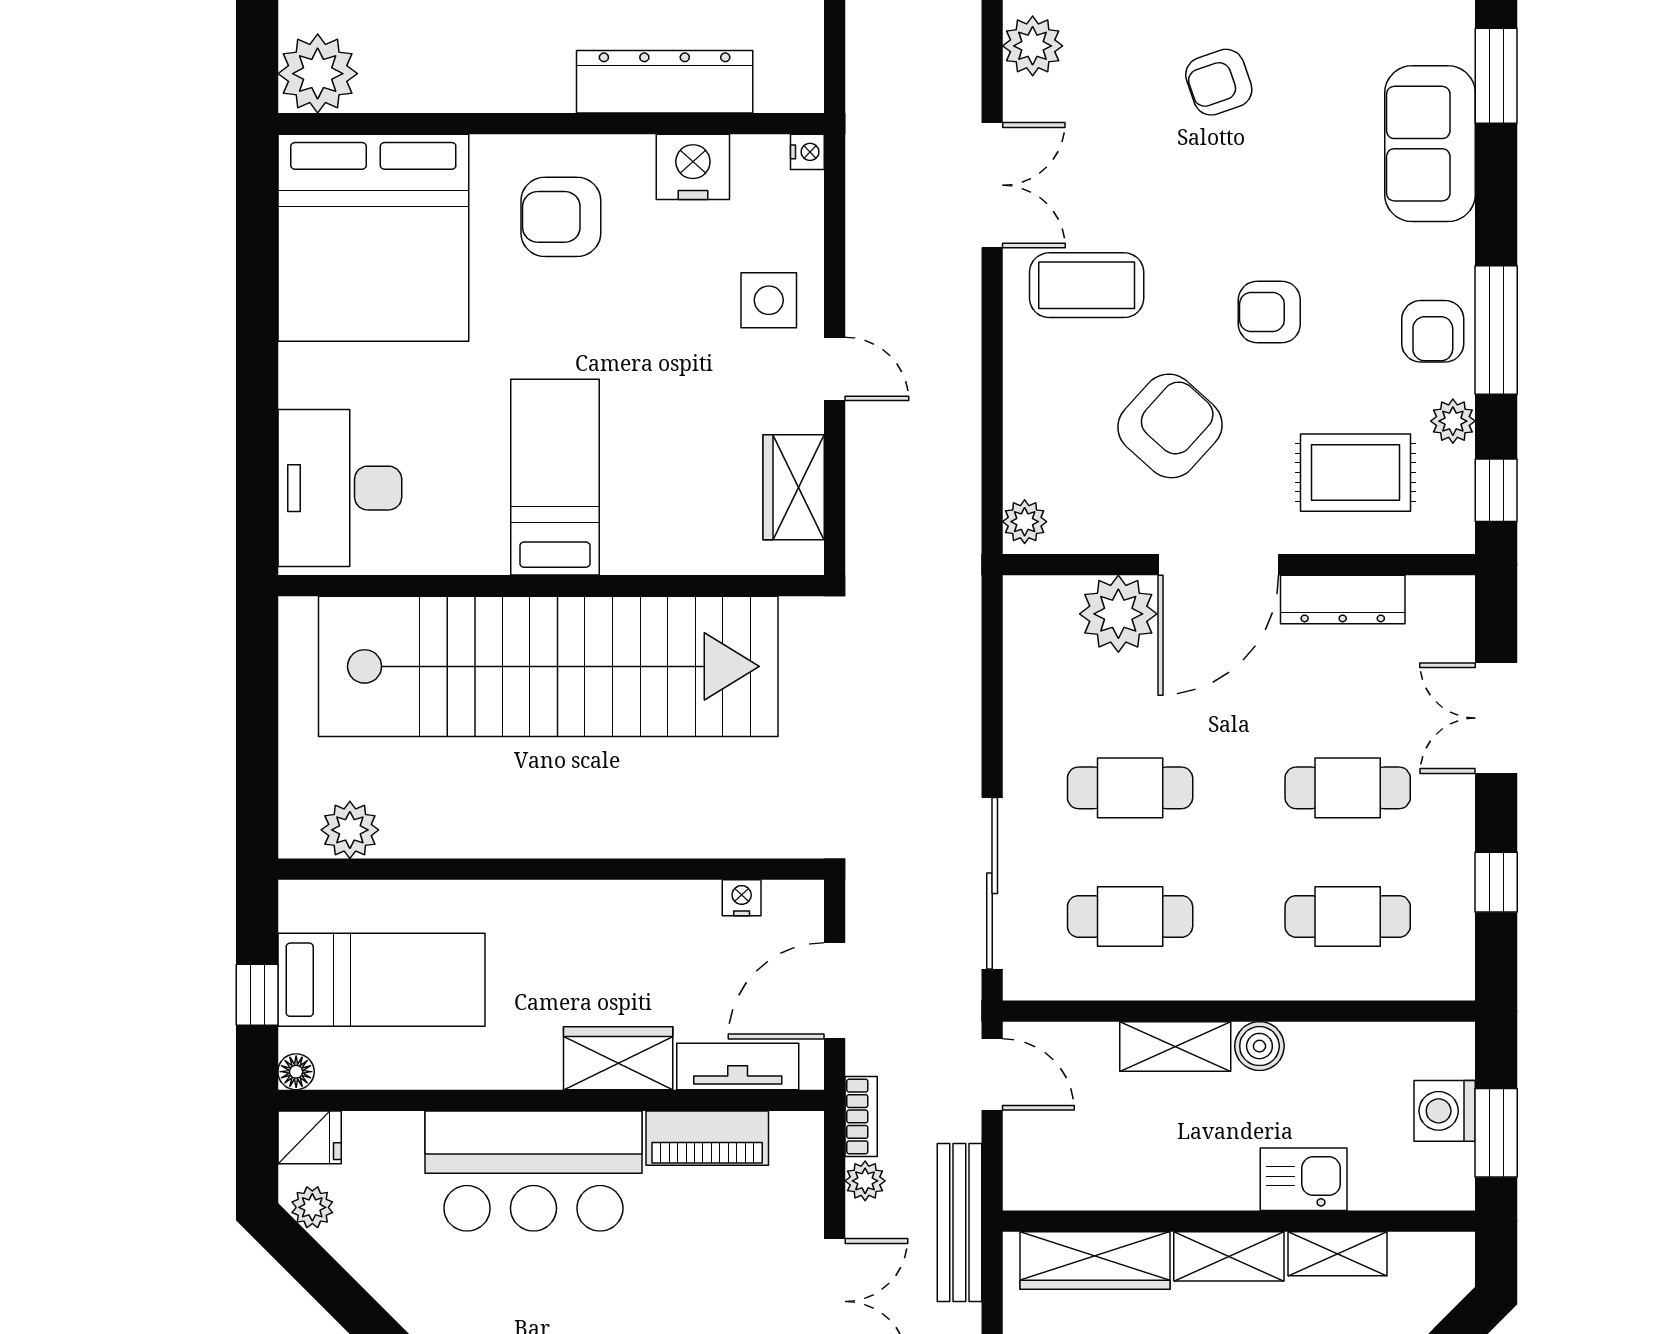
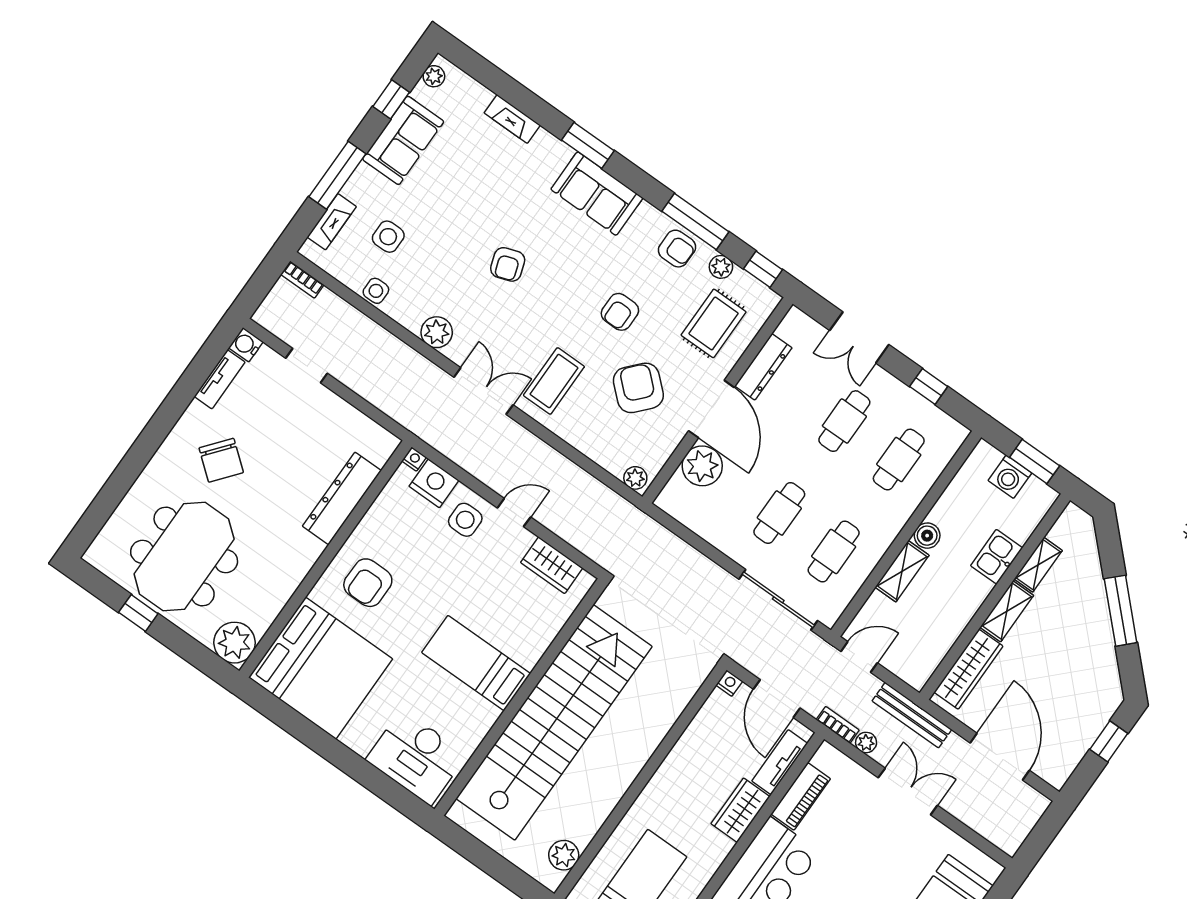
nightstand: (693, 167) -> (434, 483), moved, turned 90
nightstand: (742, 898) -> (729, 683), moved, turned 90

